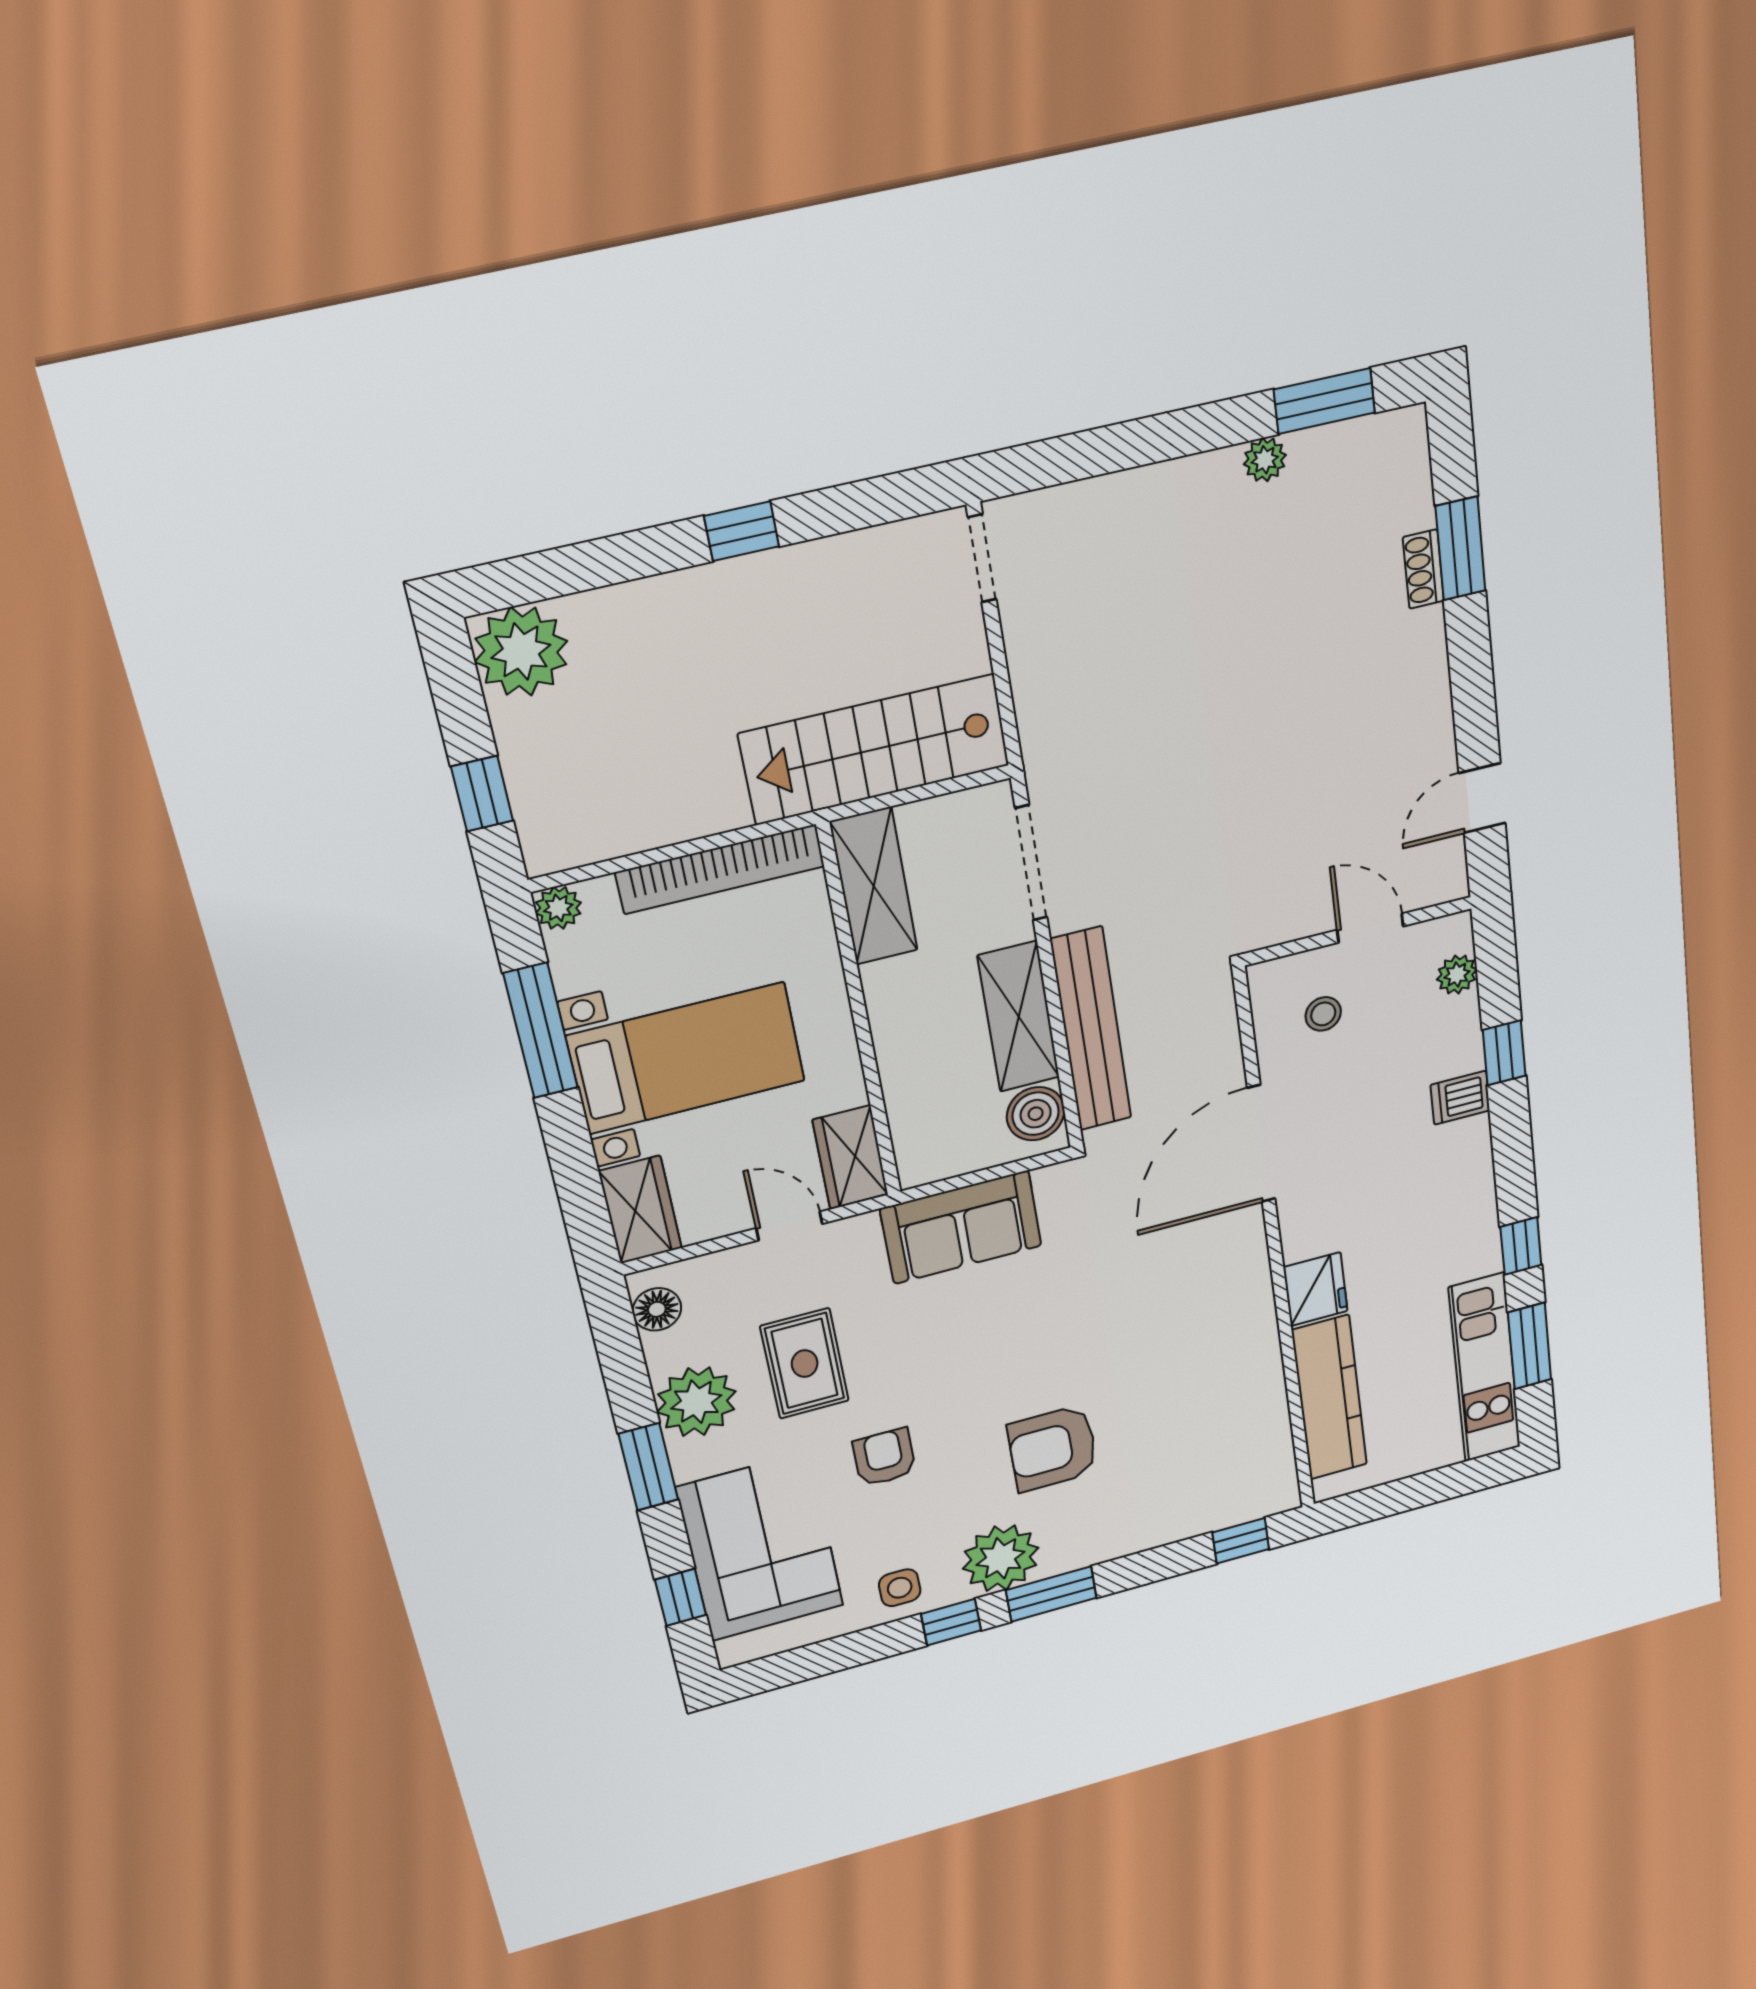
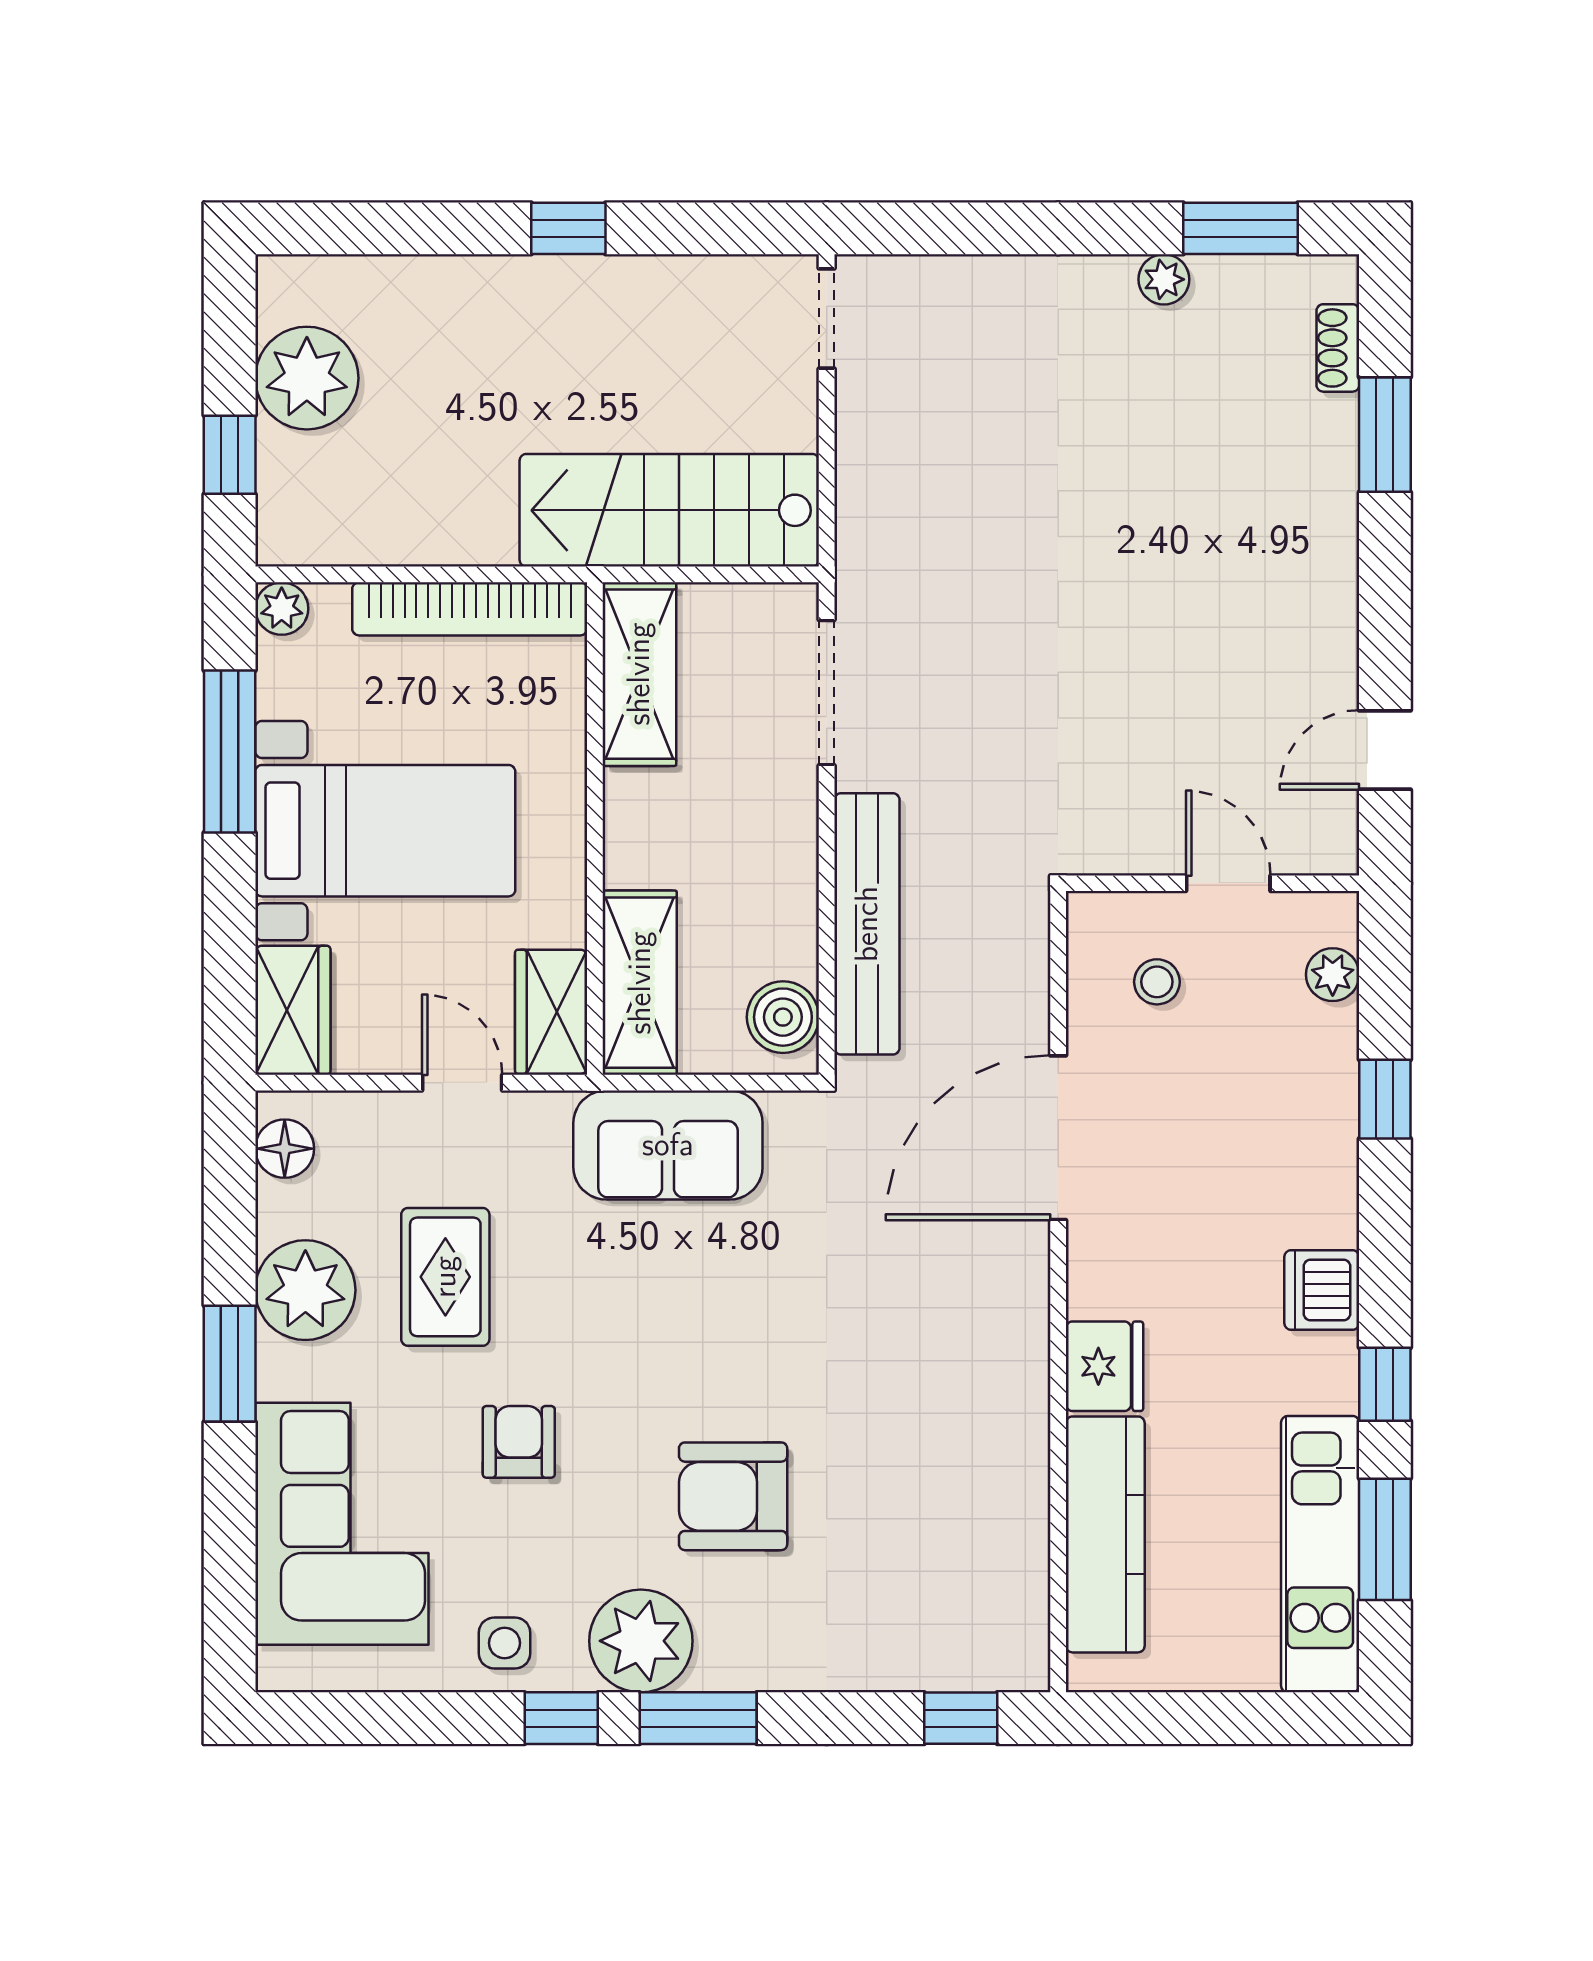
shoe rack: (1423, 569) -> (1338, 348), moved
plant: (521, 651) -> (307, 378), moved
shelving: (1019, 1017) -> (640, 983), moved
dishwasher: (1460, 1098) -> (1322, 1290), moved, width x1.38
window: (681, 1597) -> (230, 1566), removed

